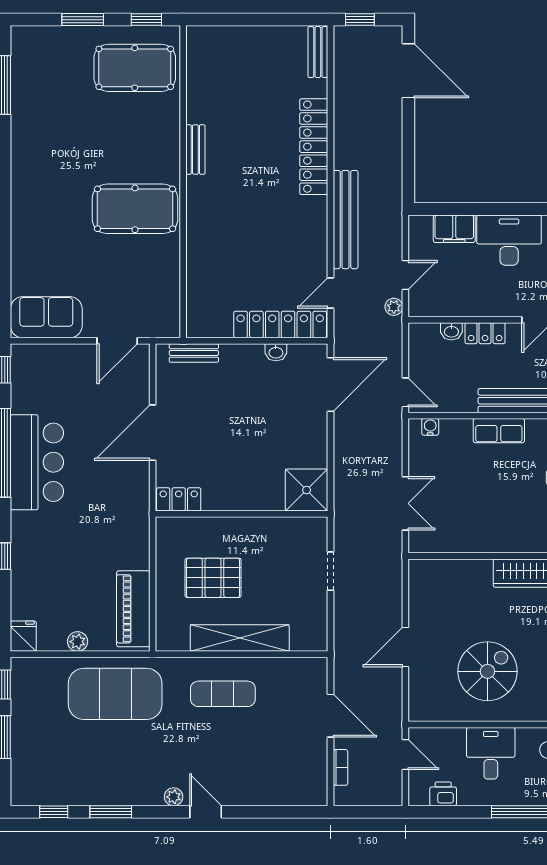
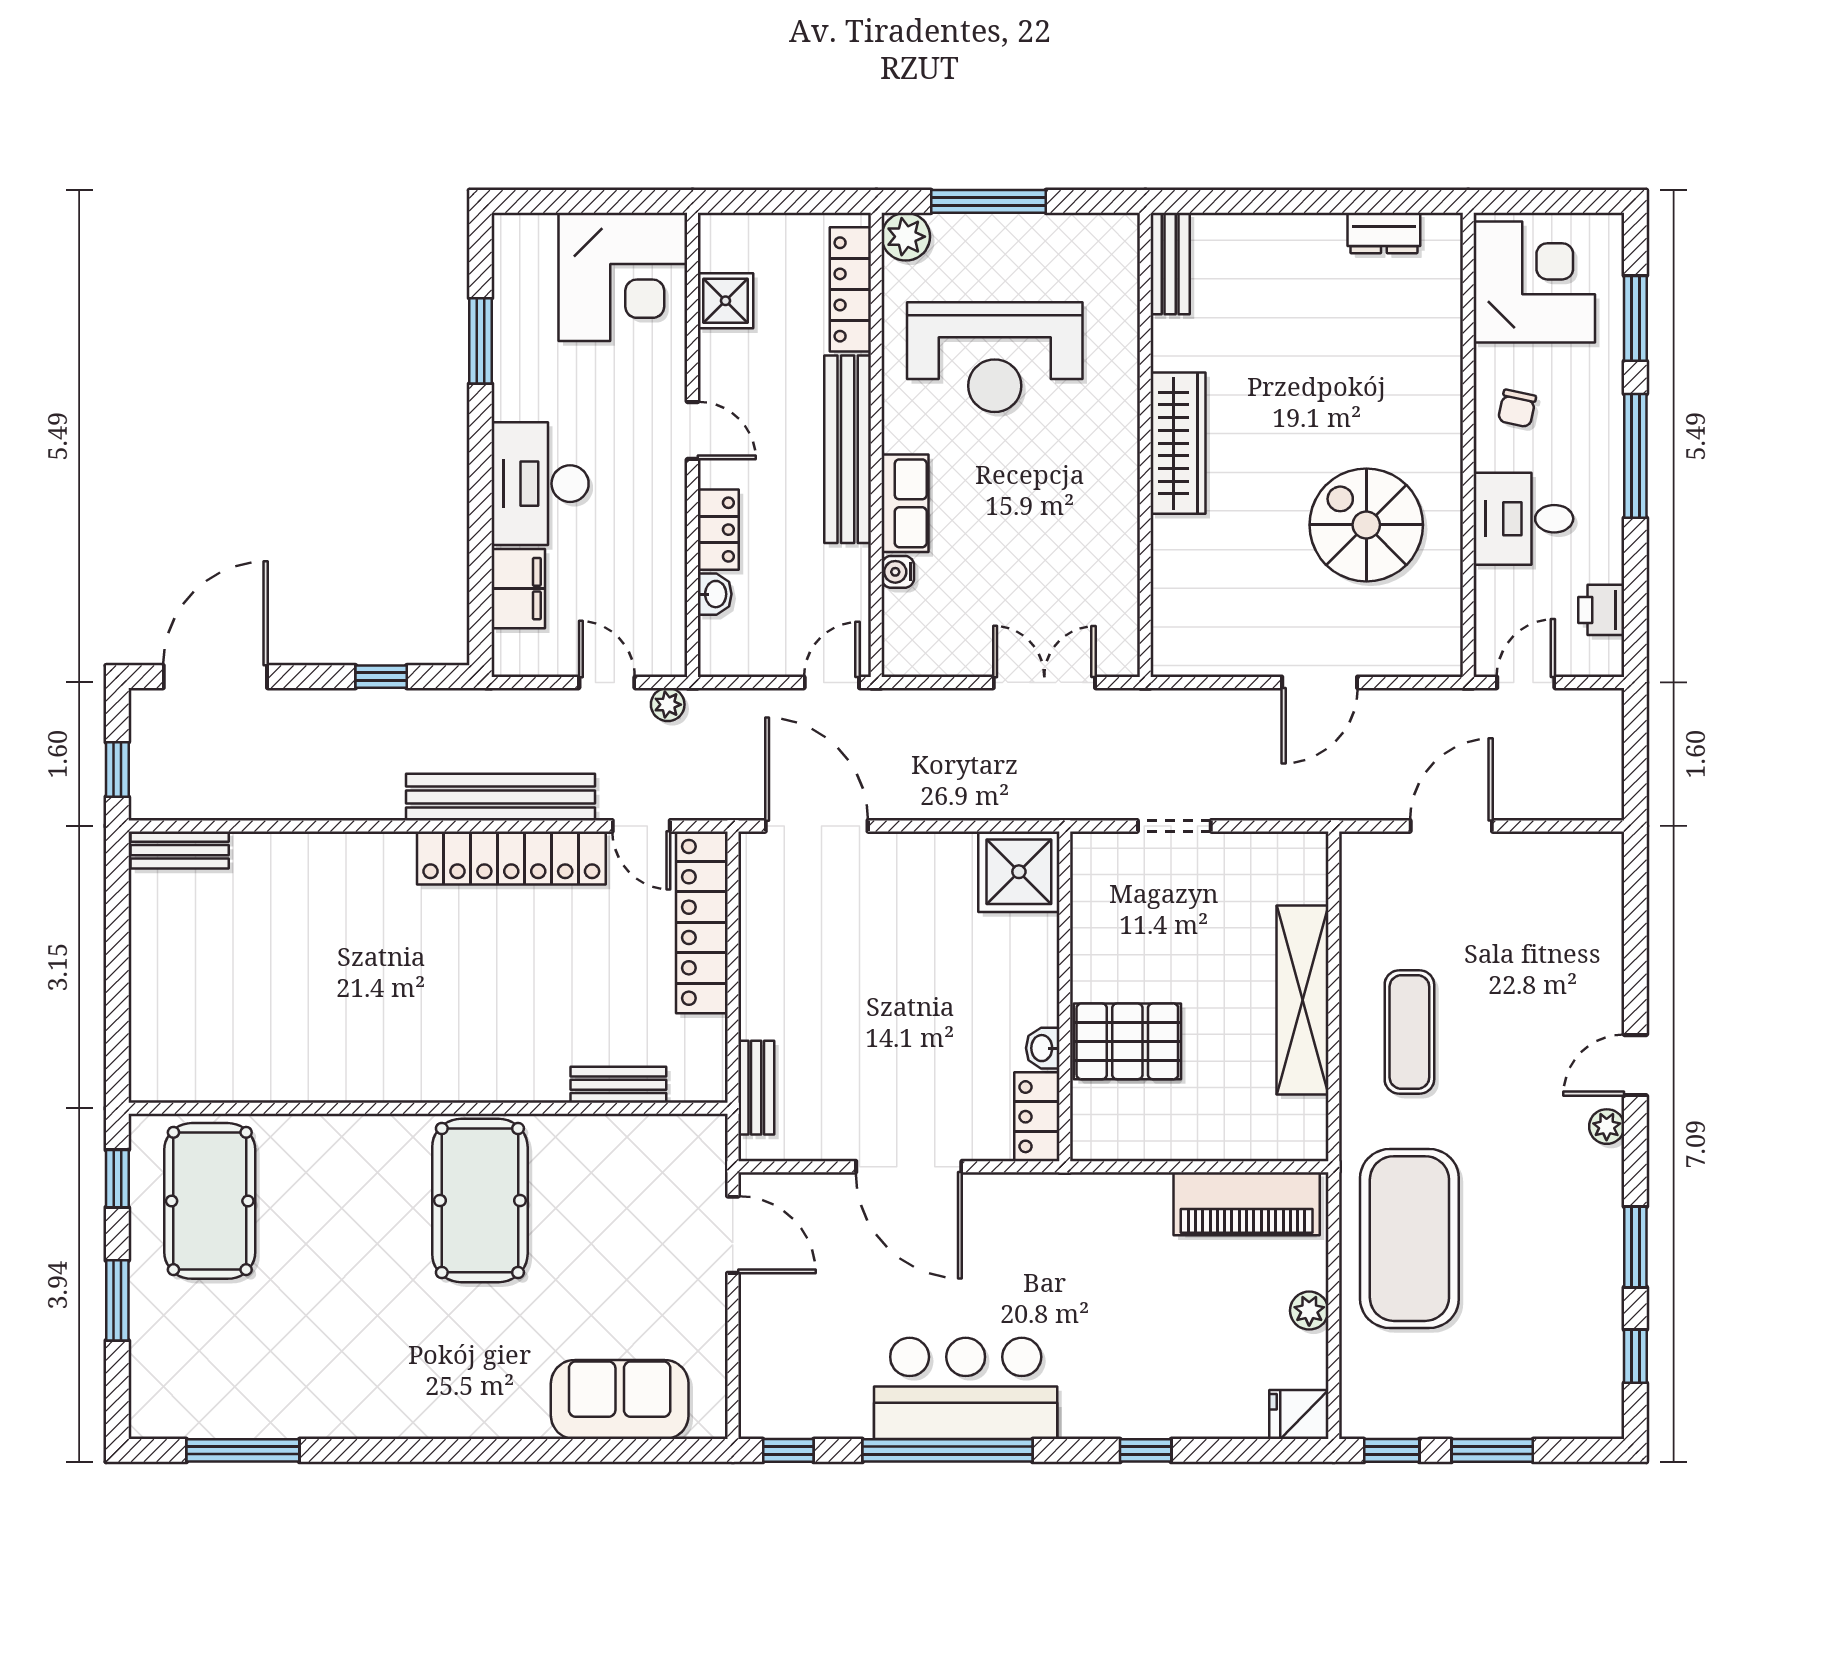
locker: (314, 147) -> (511, 858), moved
bench: (195, 149) -> (618, 1085), moved
window: (408, 157) -> (381, 677), added
sofa: (46, 317) -> (620, 1400), moved, turned 90
washbasin: (276, 352) -> (1043, 1048), moved, turned 180
water cooler: (430, 427) -> (898, 572), moved
pallet: (213, 578) -> (1127, 1041), moved, turned 90
door: (405, 647) -> (1320, 682), hinge flipped
bookcase: (340, 767) -> (1551, 807), removed

